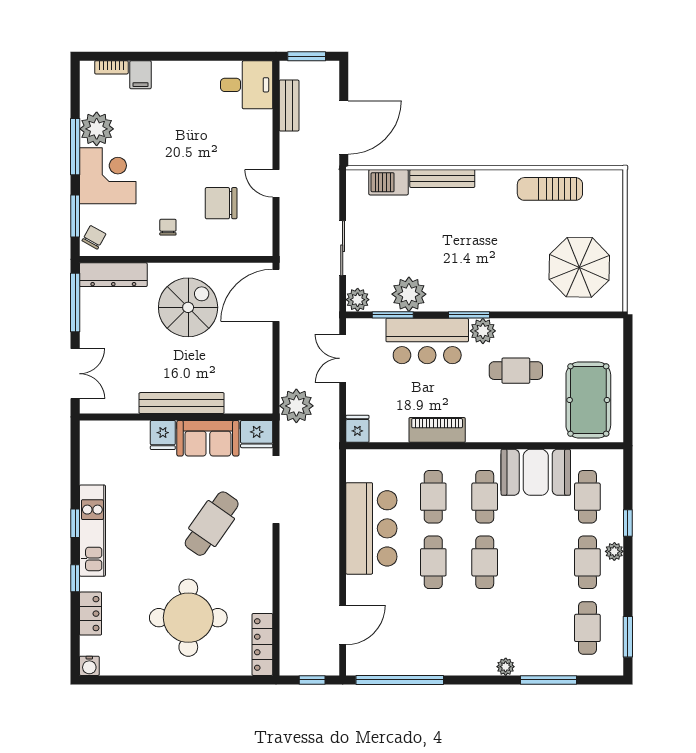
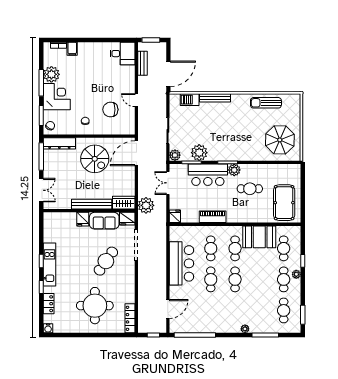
spiral stairs: (188, 307) -> (95, 159), turned 90
wardrobe: (249, 400) -> (124, 203), added

